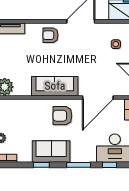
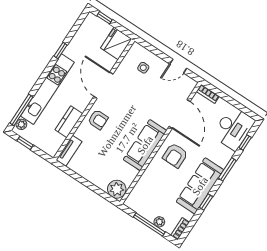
kitchen counter: (33, 13) -> (69, 122), added
armchair: (50, 35) -> (98, 120), turned -90
sofa: (51, 152) -> (200, 186), width x1.36

